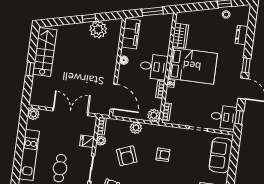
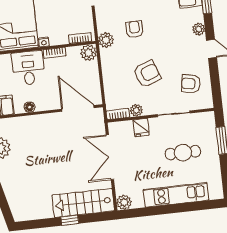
stairs: (45, 52) -> (83, 203), moved
door: (114, 97) -> (78, 108), hinge flipped
plant: (136, 128) -> (106, 40), moved

